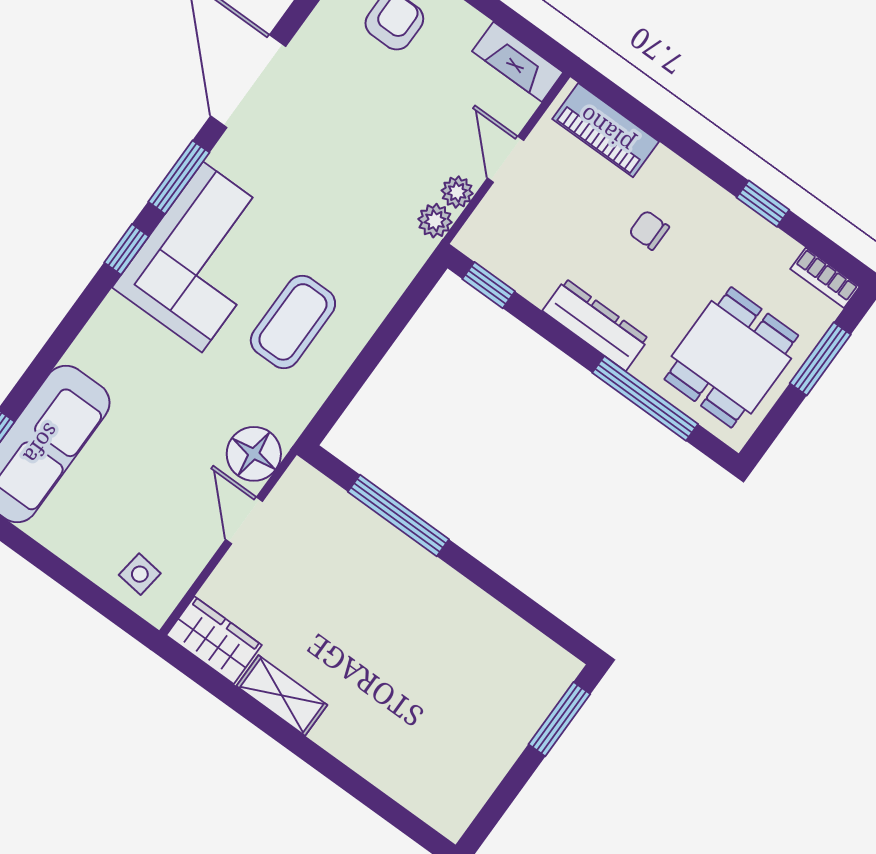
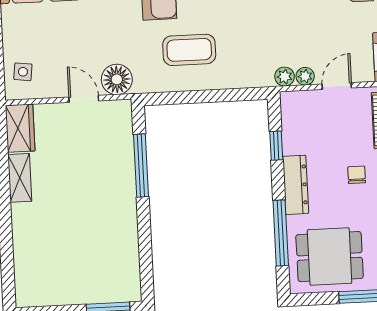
window: (489, 285) -> (276, 146), moved
door: (244, 521) -> (84, 99), hinge flipped

